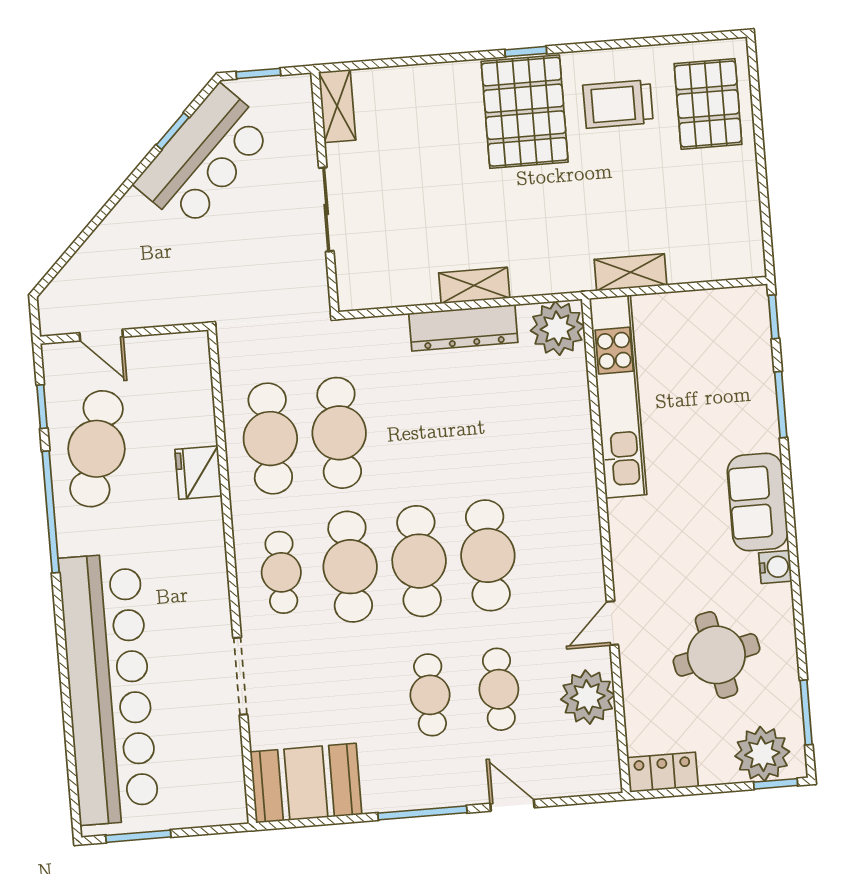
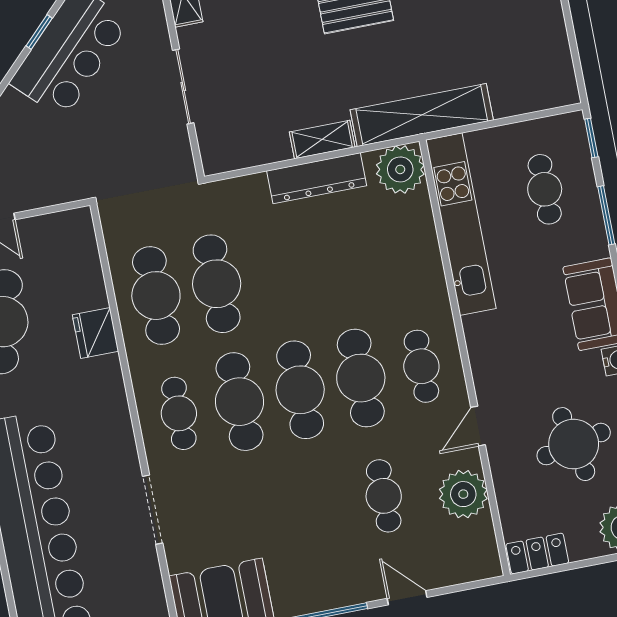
shelving: (630, 272) -> (422, 115), width x2.20, depth x1.33
cafe table: (715, 368) -> (545, 189), added
cafe table: (430, 695) -> (421, 366), moved

